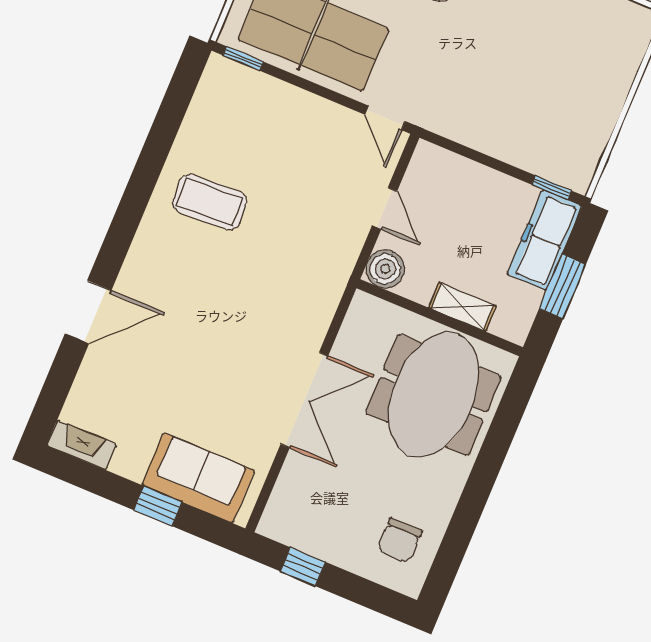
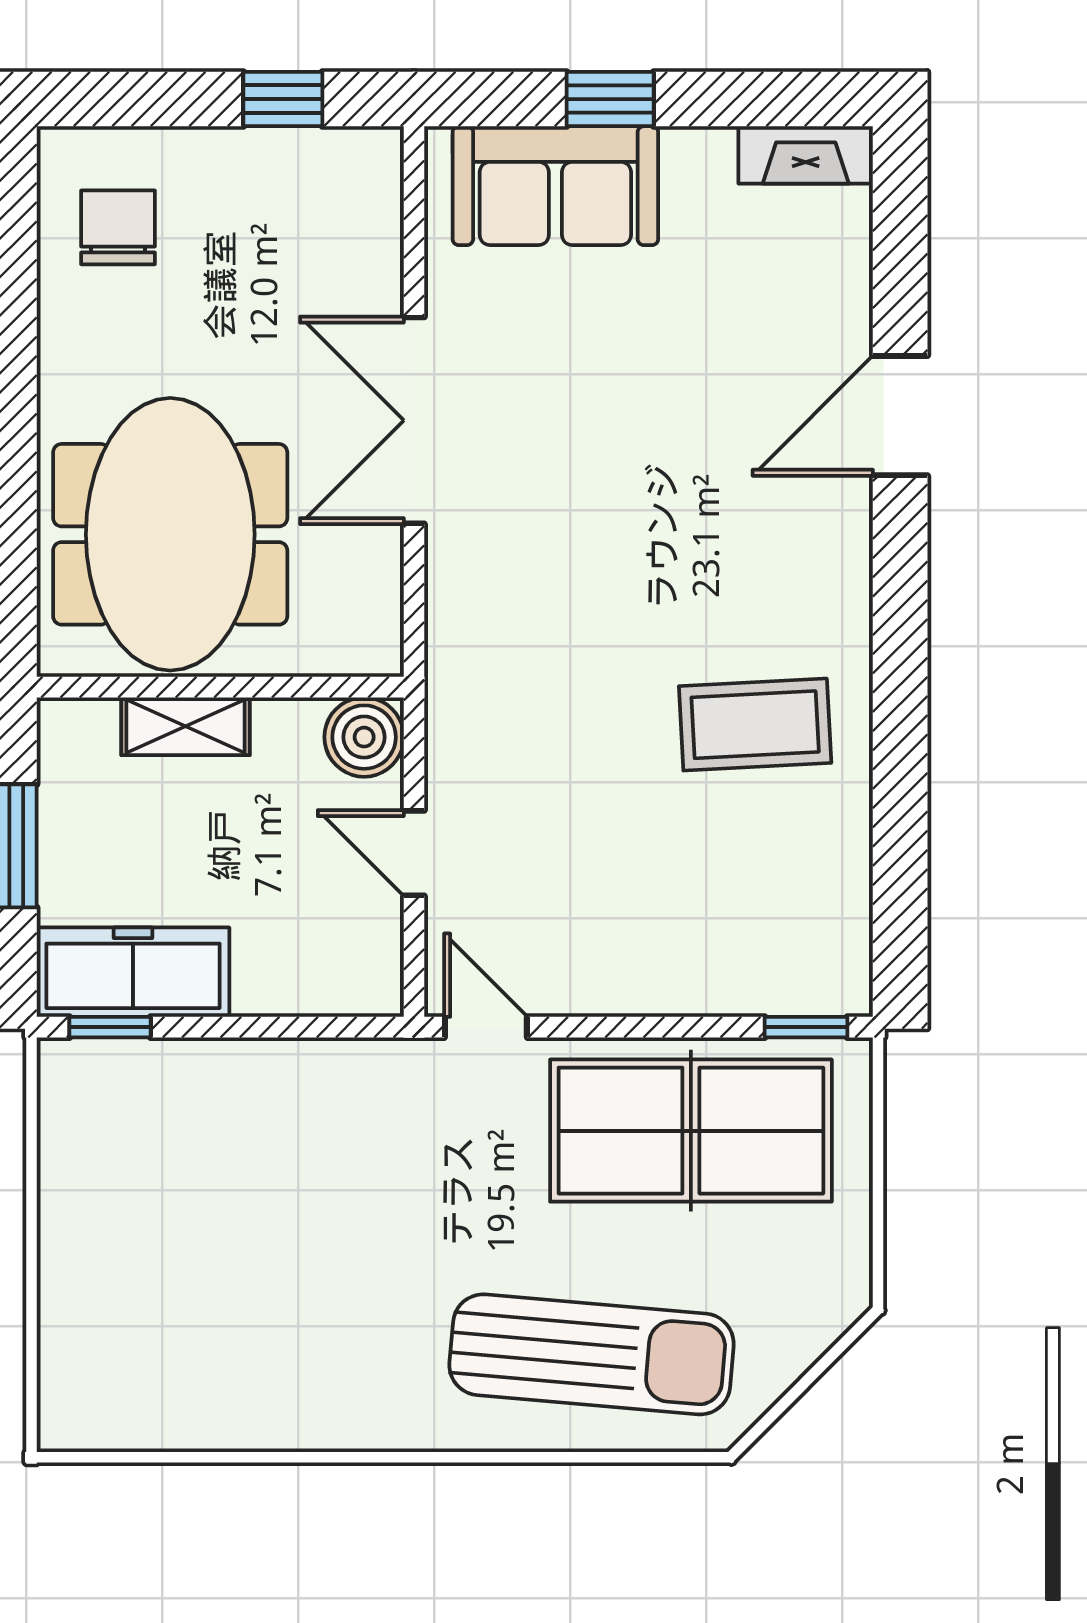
freezer: (544, 240) -> (133, 972), moved, turned -90

